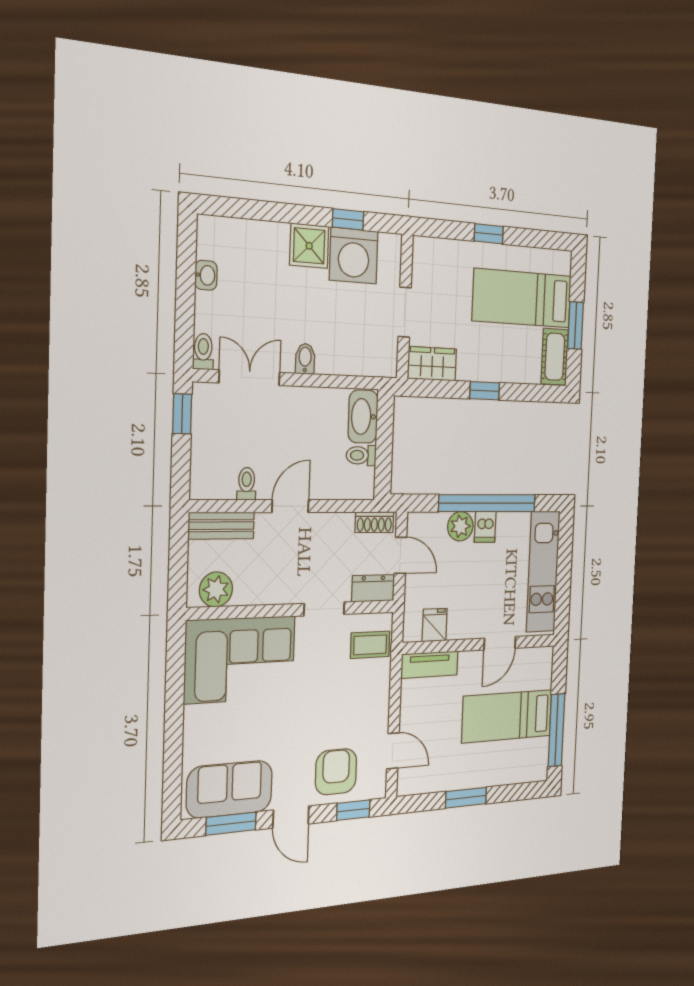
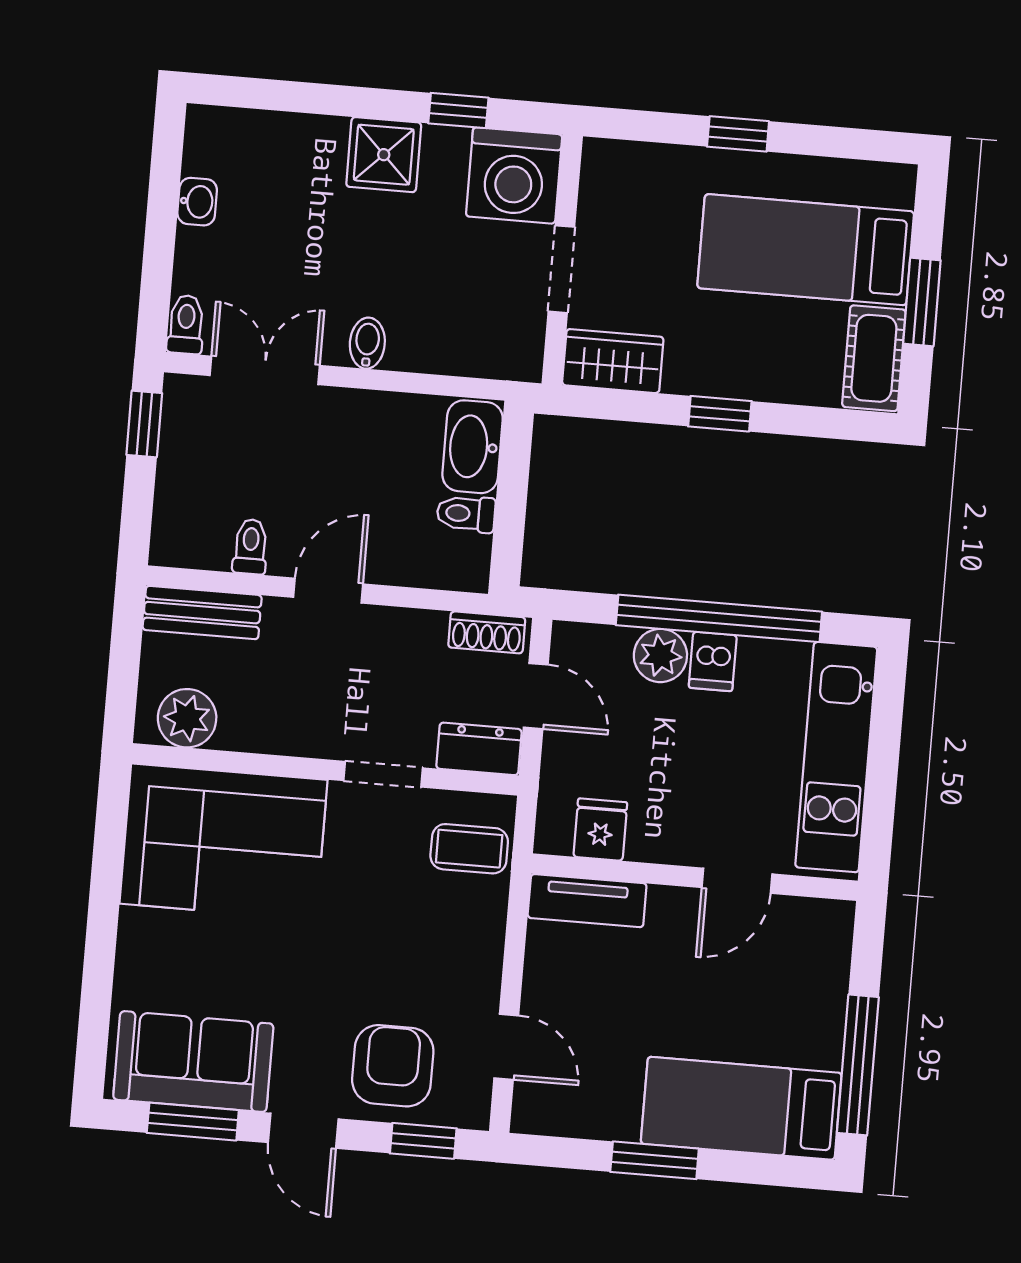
washing machine: (354, 256) -> (514, 175), moved
bed: (507, 716) -> (741, 1108), moved

